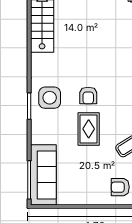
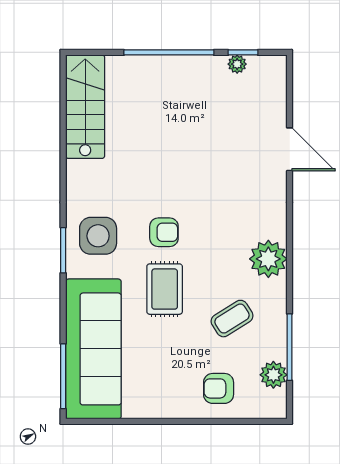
armchair: (88, 96) -> (164, 232), turned -90
sofa: (43, 175) -> (93, 349), width x1.36, depth x1.27

